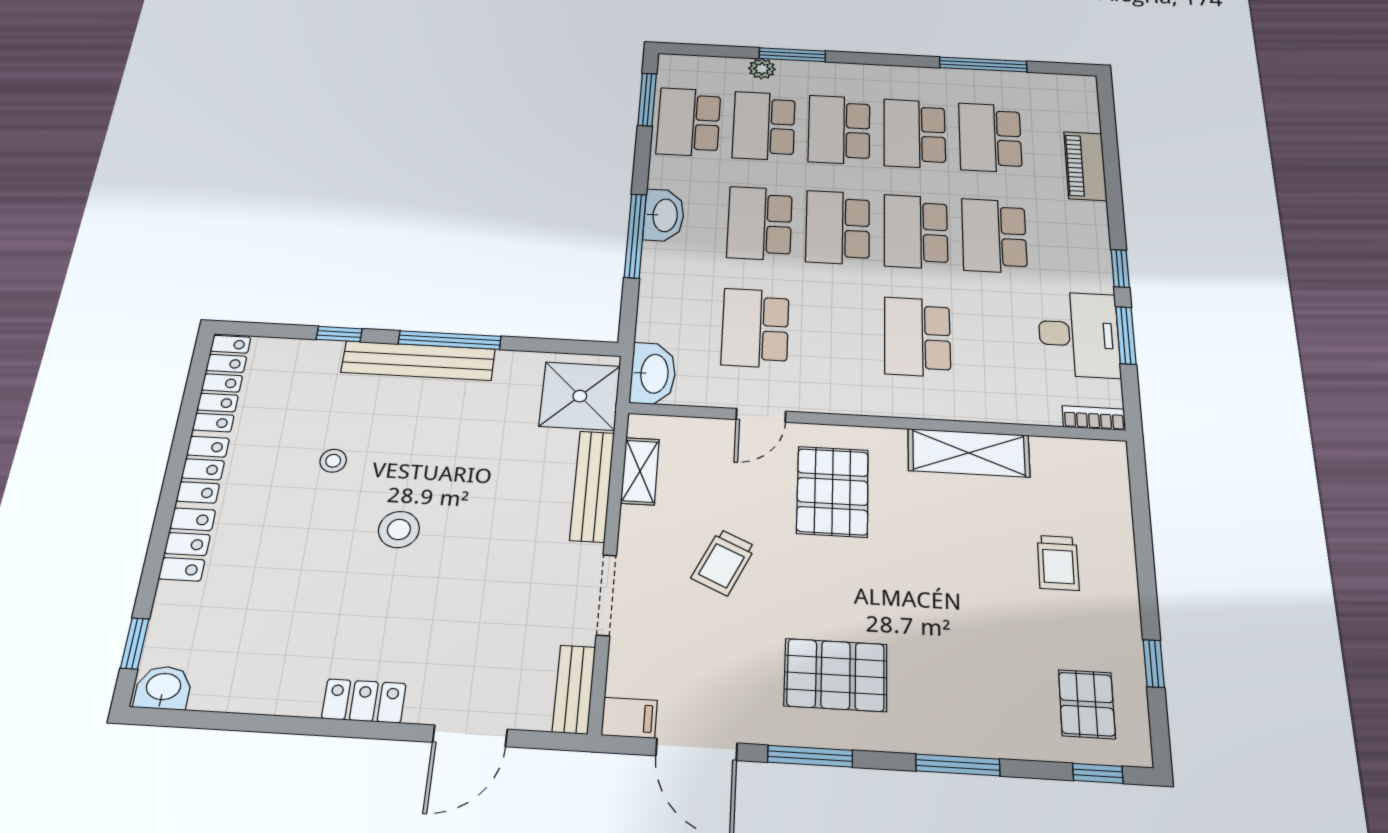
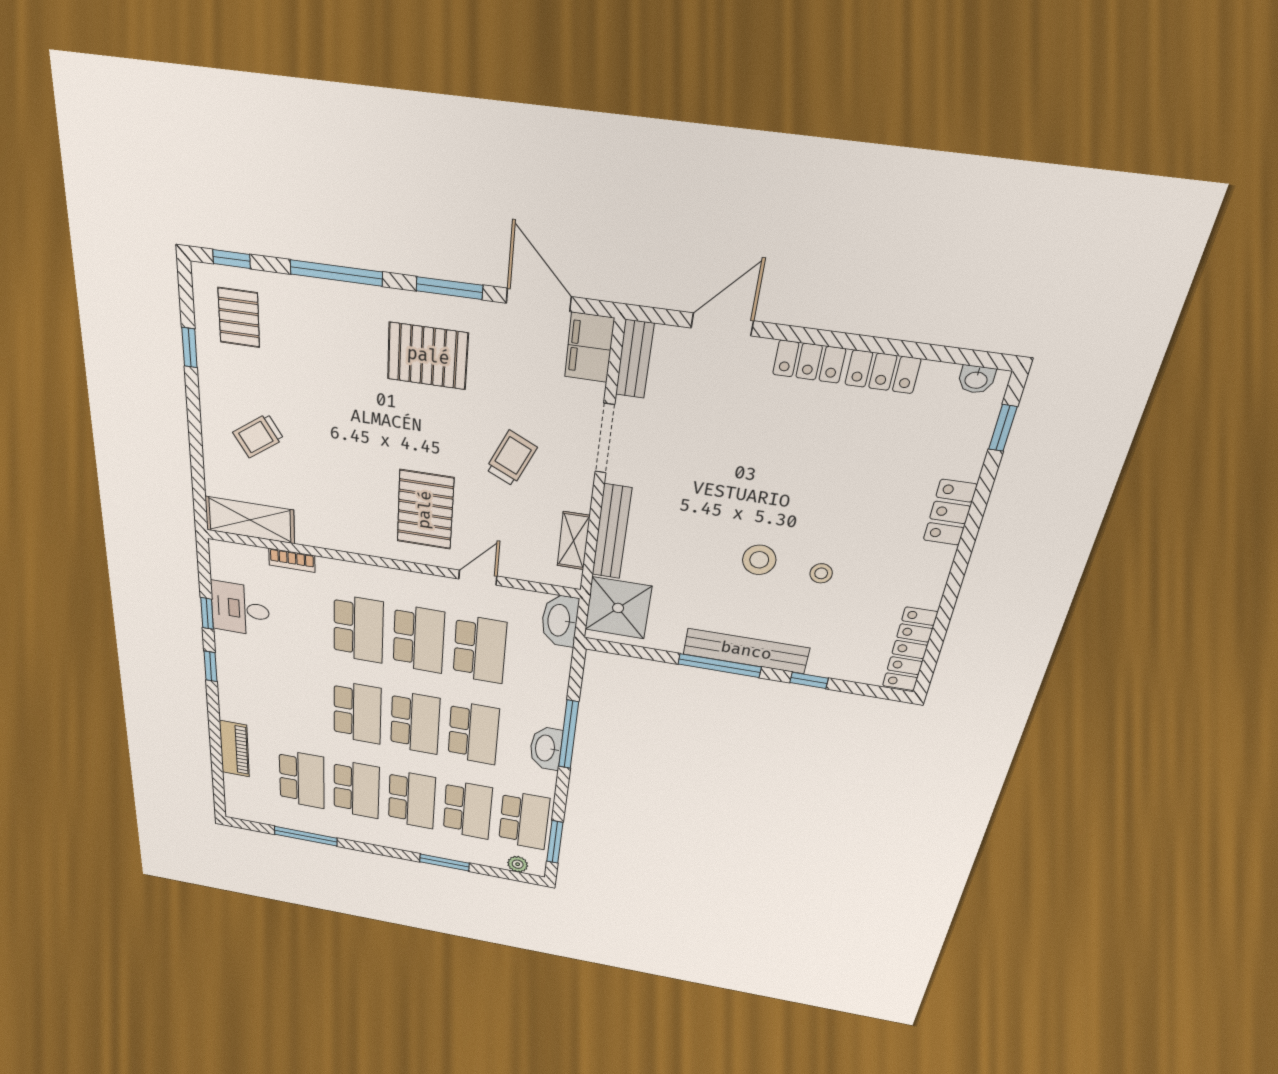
plant: (762, 69) -> (518, 864), moved
school desk: (994, 236) -> (419, 639), moved
desk: (1079, 334) -> (240, 609), width x0.73
window: (1126, 335) -> (207, 613), width x0.67
bookcase: (1094, 418) -> (292, 560), moved
shelving: (969, 453) -> (250, 520), moved
locker: (203, 469) -> (883, 372), moved, turned -90
stool: (399, 530) -> (759, 560), moved
trolley: (1058, 563) -> (258, 436), turned -124
washbasin: (163, 688) -> (976, 379), width x0.72, depth x0.69
filing cabinet: (629, 718) -> (589, 347), width x2.00
window: (958, 765) -> (336, 273), width x1.44

